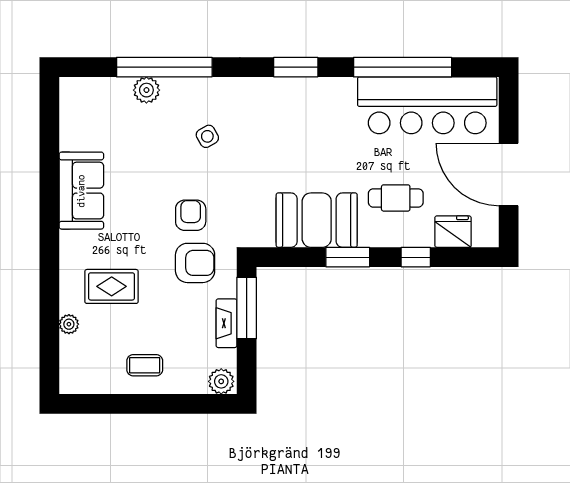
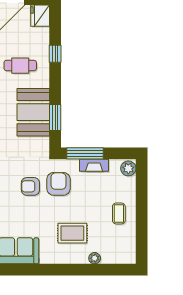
cafe table: (396, 198) -> (20, 66), turned 90
fridge: (453, 232) -> (40, 16), moved
window: (348, 257) -> (55, 117), moved
rug: (112, 286) -> (72, 233), turned 90

